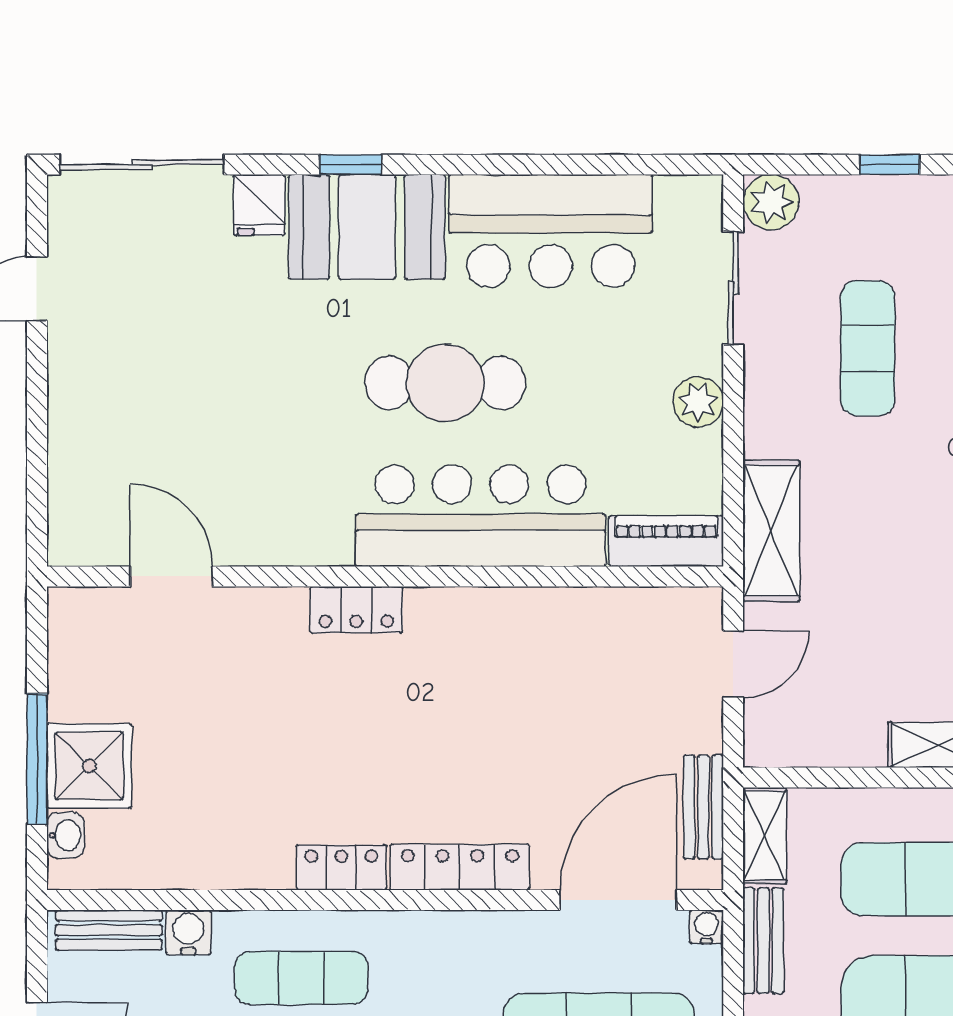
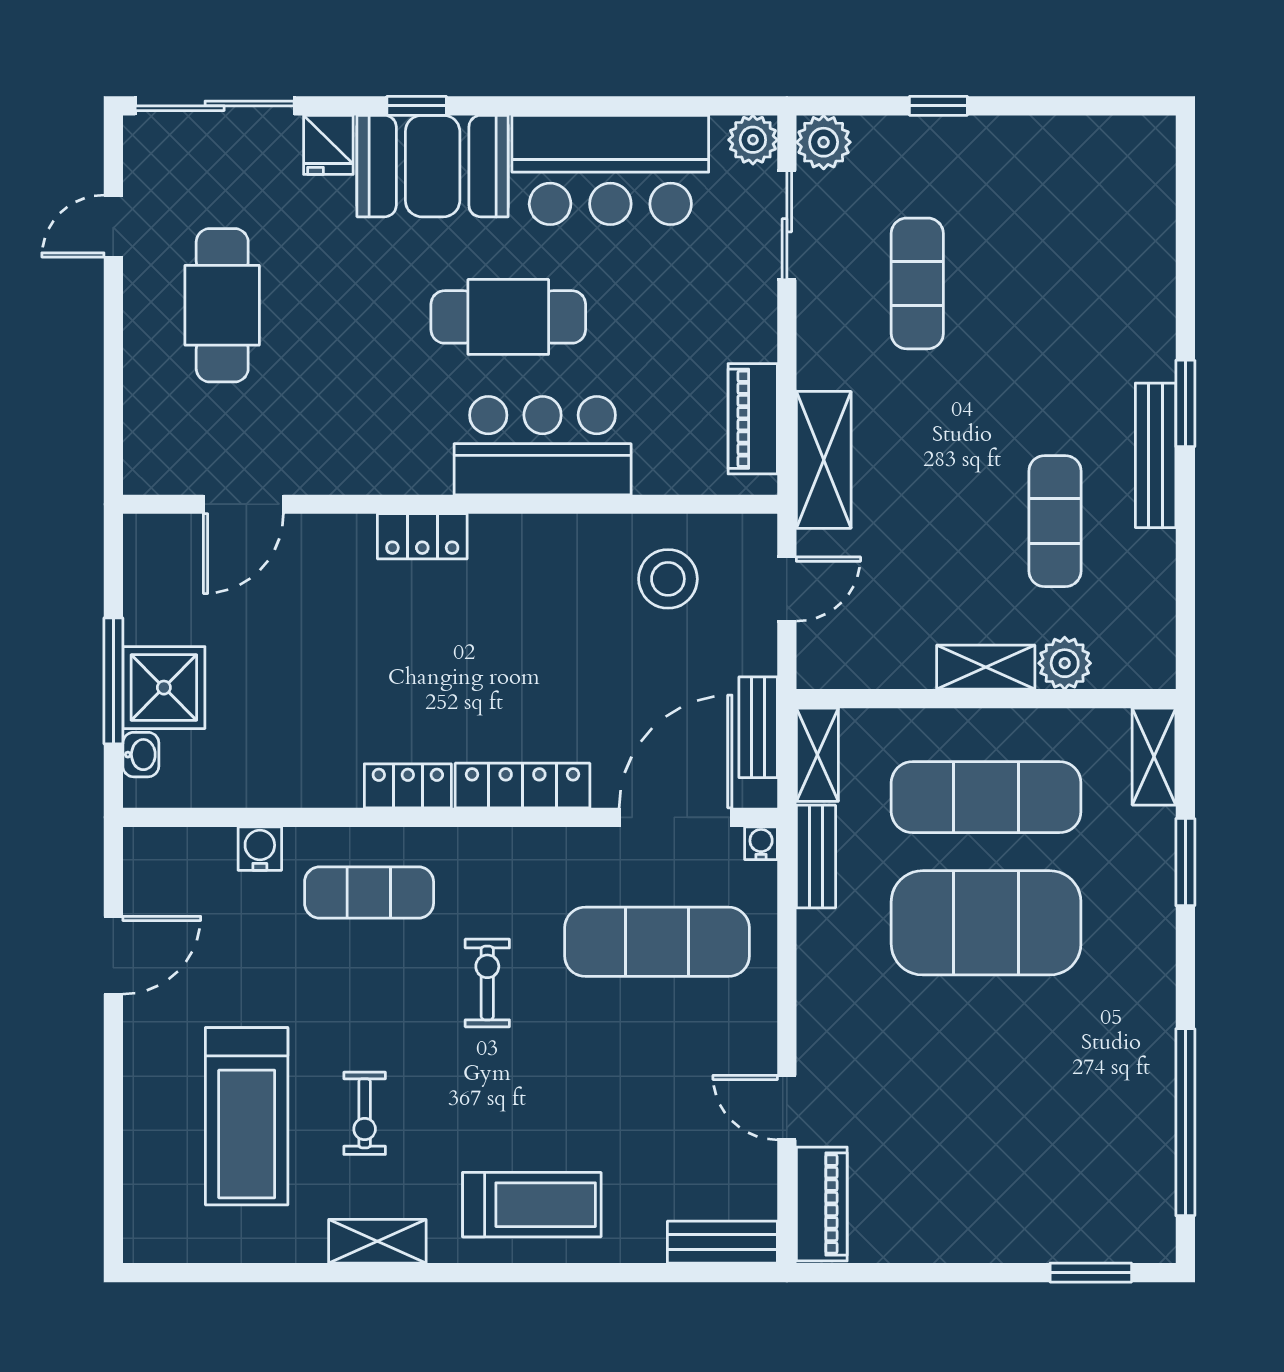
cafe table: (149, 371) -> (222, 305), added
plant: (698, 402) -> (753, 140), moved
bar counter: (481, 516) -> (543, 446), width x0.73
piano: (666, 541) -> (753, 419), moved, turned -90
door: (171, 576) -> (243, 504), swing flipped
stool: (610, 654) -> (668, 579), added
bench: (109, 930) -> (183, 846), removed

